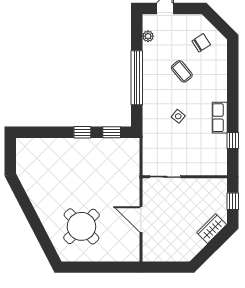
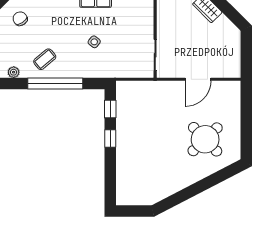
coffee table: (182, 71) -> (45, 59), moved

